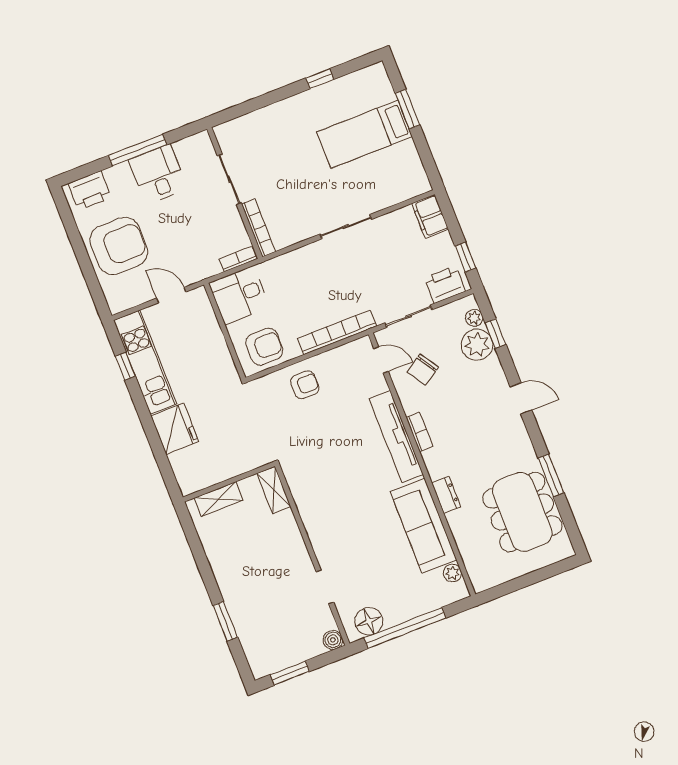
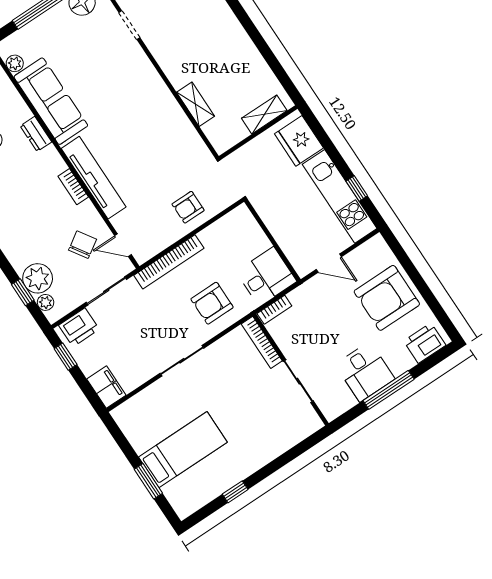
armchair: (264, 347) -> (212, 303), moved
wall: (229, 482) -> (258, 132), moved
shelving: (219, 499) -> (264, 114), moved

